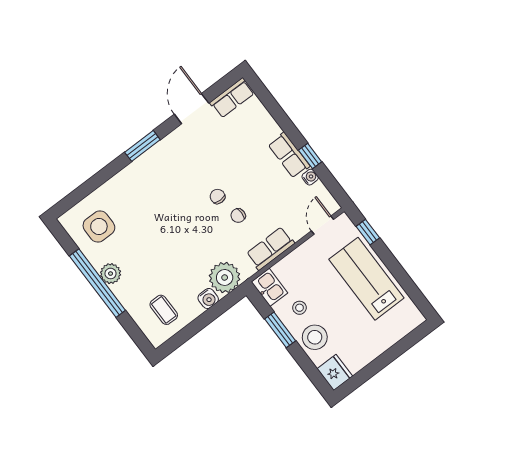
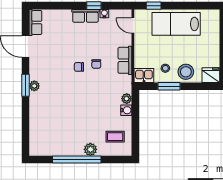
plant: (150, 158) -> (34, 86), added
side table: (99, 227) -> (49, 137), removed
plant: (111, 274) -> (90, 149), moved
plant: (225, 277) -> (127, 99), width x0.53, depth x0.53

